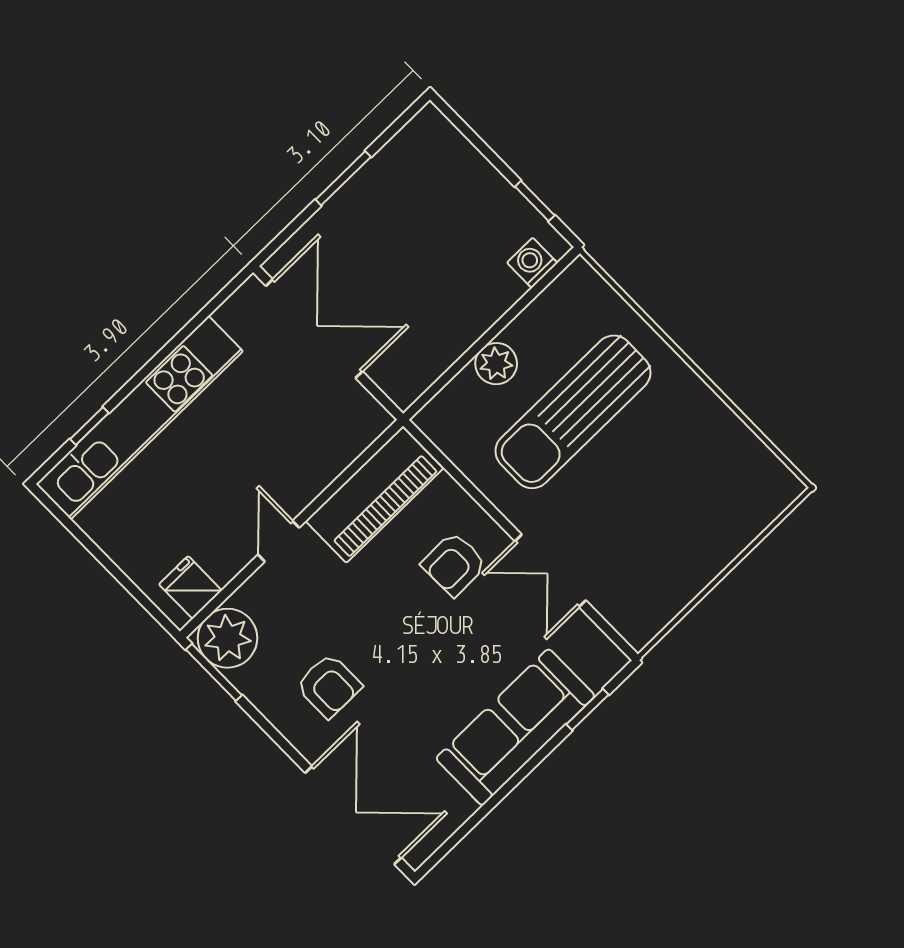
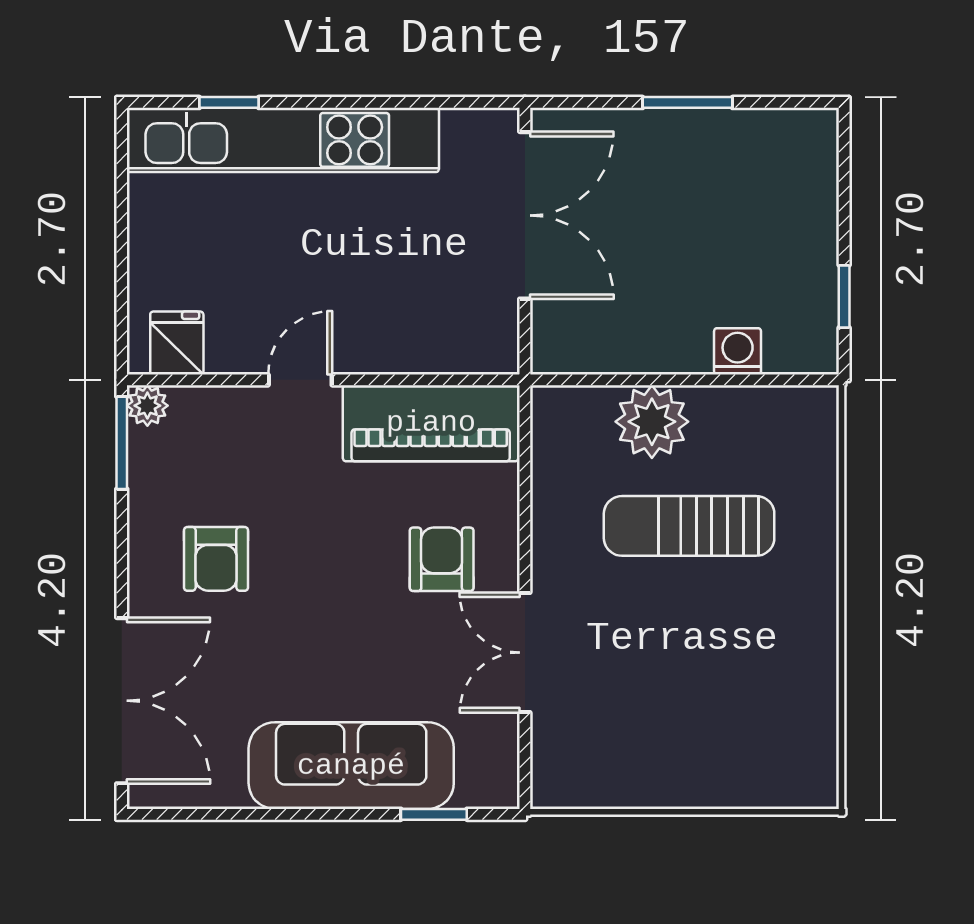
washing machine: (532, 263) -> (738, 351), moved
plant: (496, 364) -> (652, 422), width x1.36, depth x1.36
sun lounger: (573, 412) -> (689, 526), width x0.73, depth x0.75
armchair: (454, 564) -> (442, 559), turned 91
plant: (227, 638) -> (147, 406), width x0.53, depth x0.53

